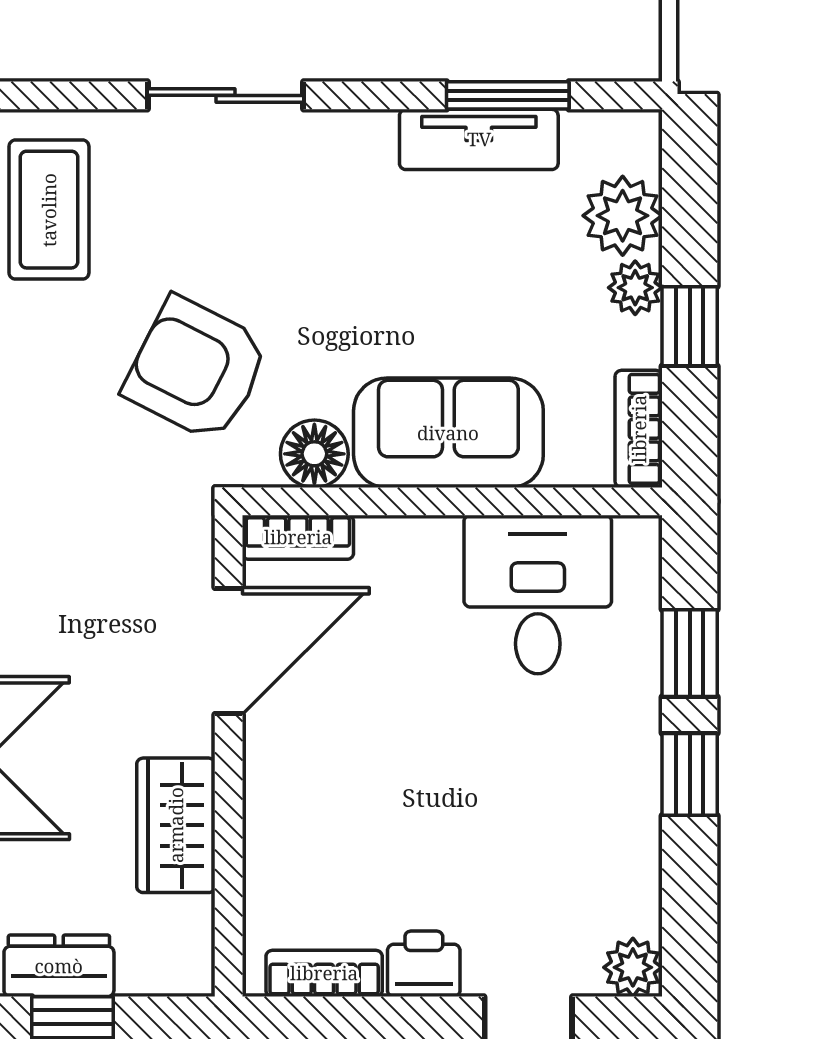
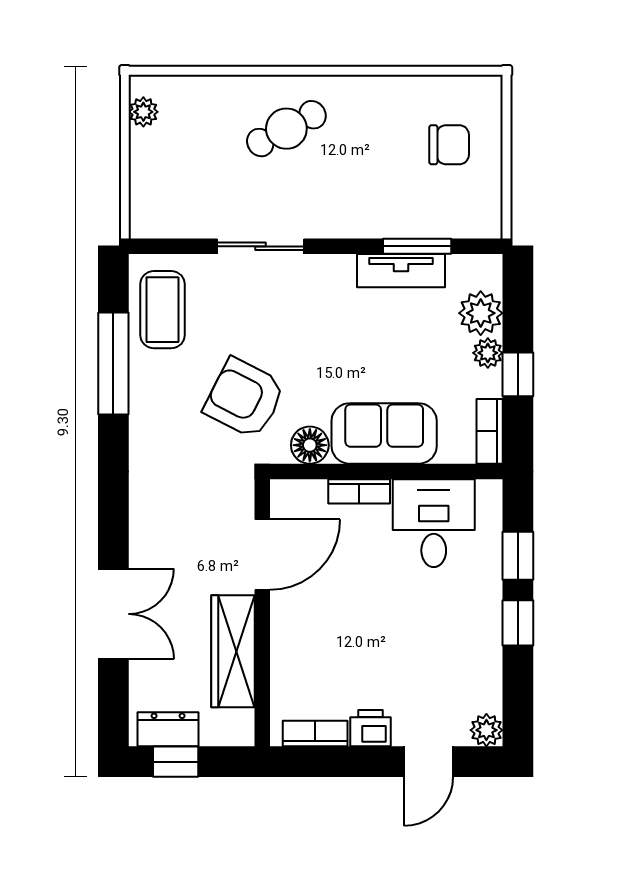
bookcase: (298, 537) -> (359, 491), moved
wardrobe: (176, 825) -> (233, 651), width x1.50

